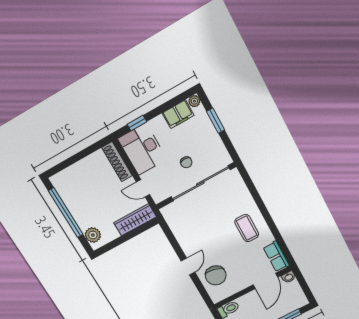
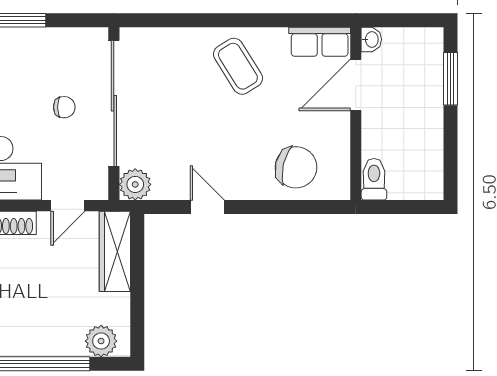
plant: (169, 212) -> (135, 184), added
coffee table: (247, 228) -> (238, 66), turned 58
door: (188, 266) -> (207, 207), moved
door: (265, 281) -> (356, 85), swing flipped

